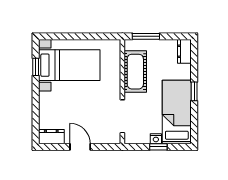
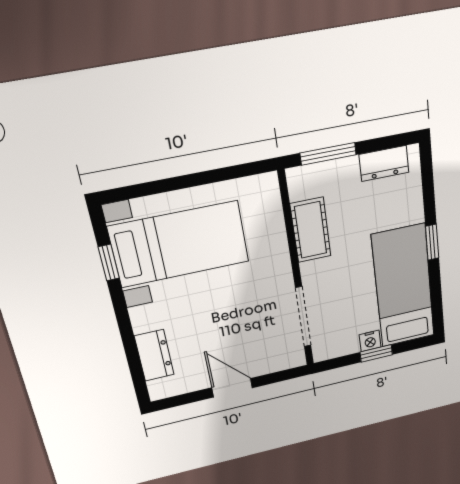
dresser: (184, 51) -> (384, 163), moved, turned -90
cot: (135, 72) -> (311, 230), width x0.73, depth x0.75
dresser: (51, 137) -> (154, 355), moved, turned 90

